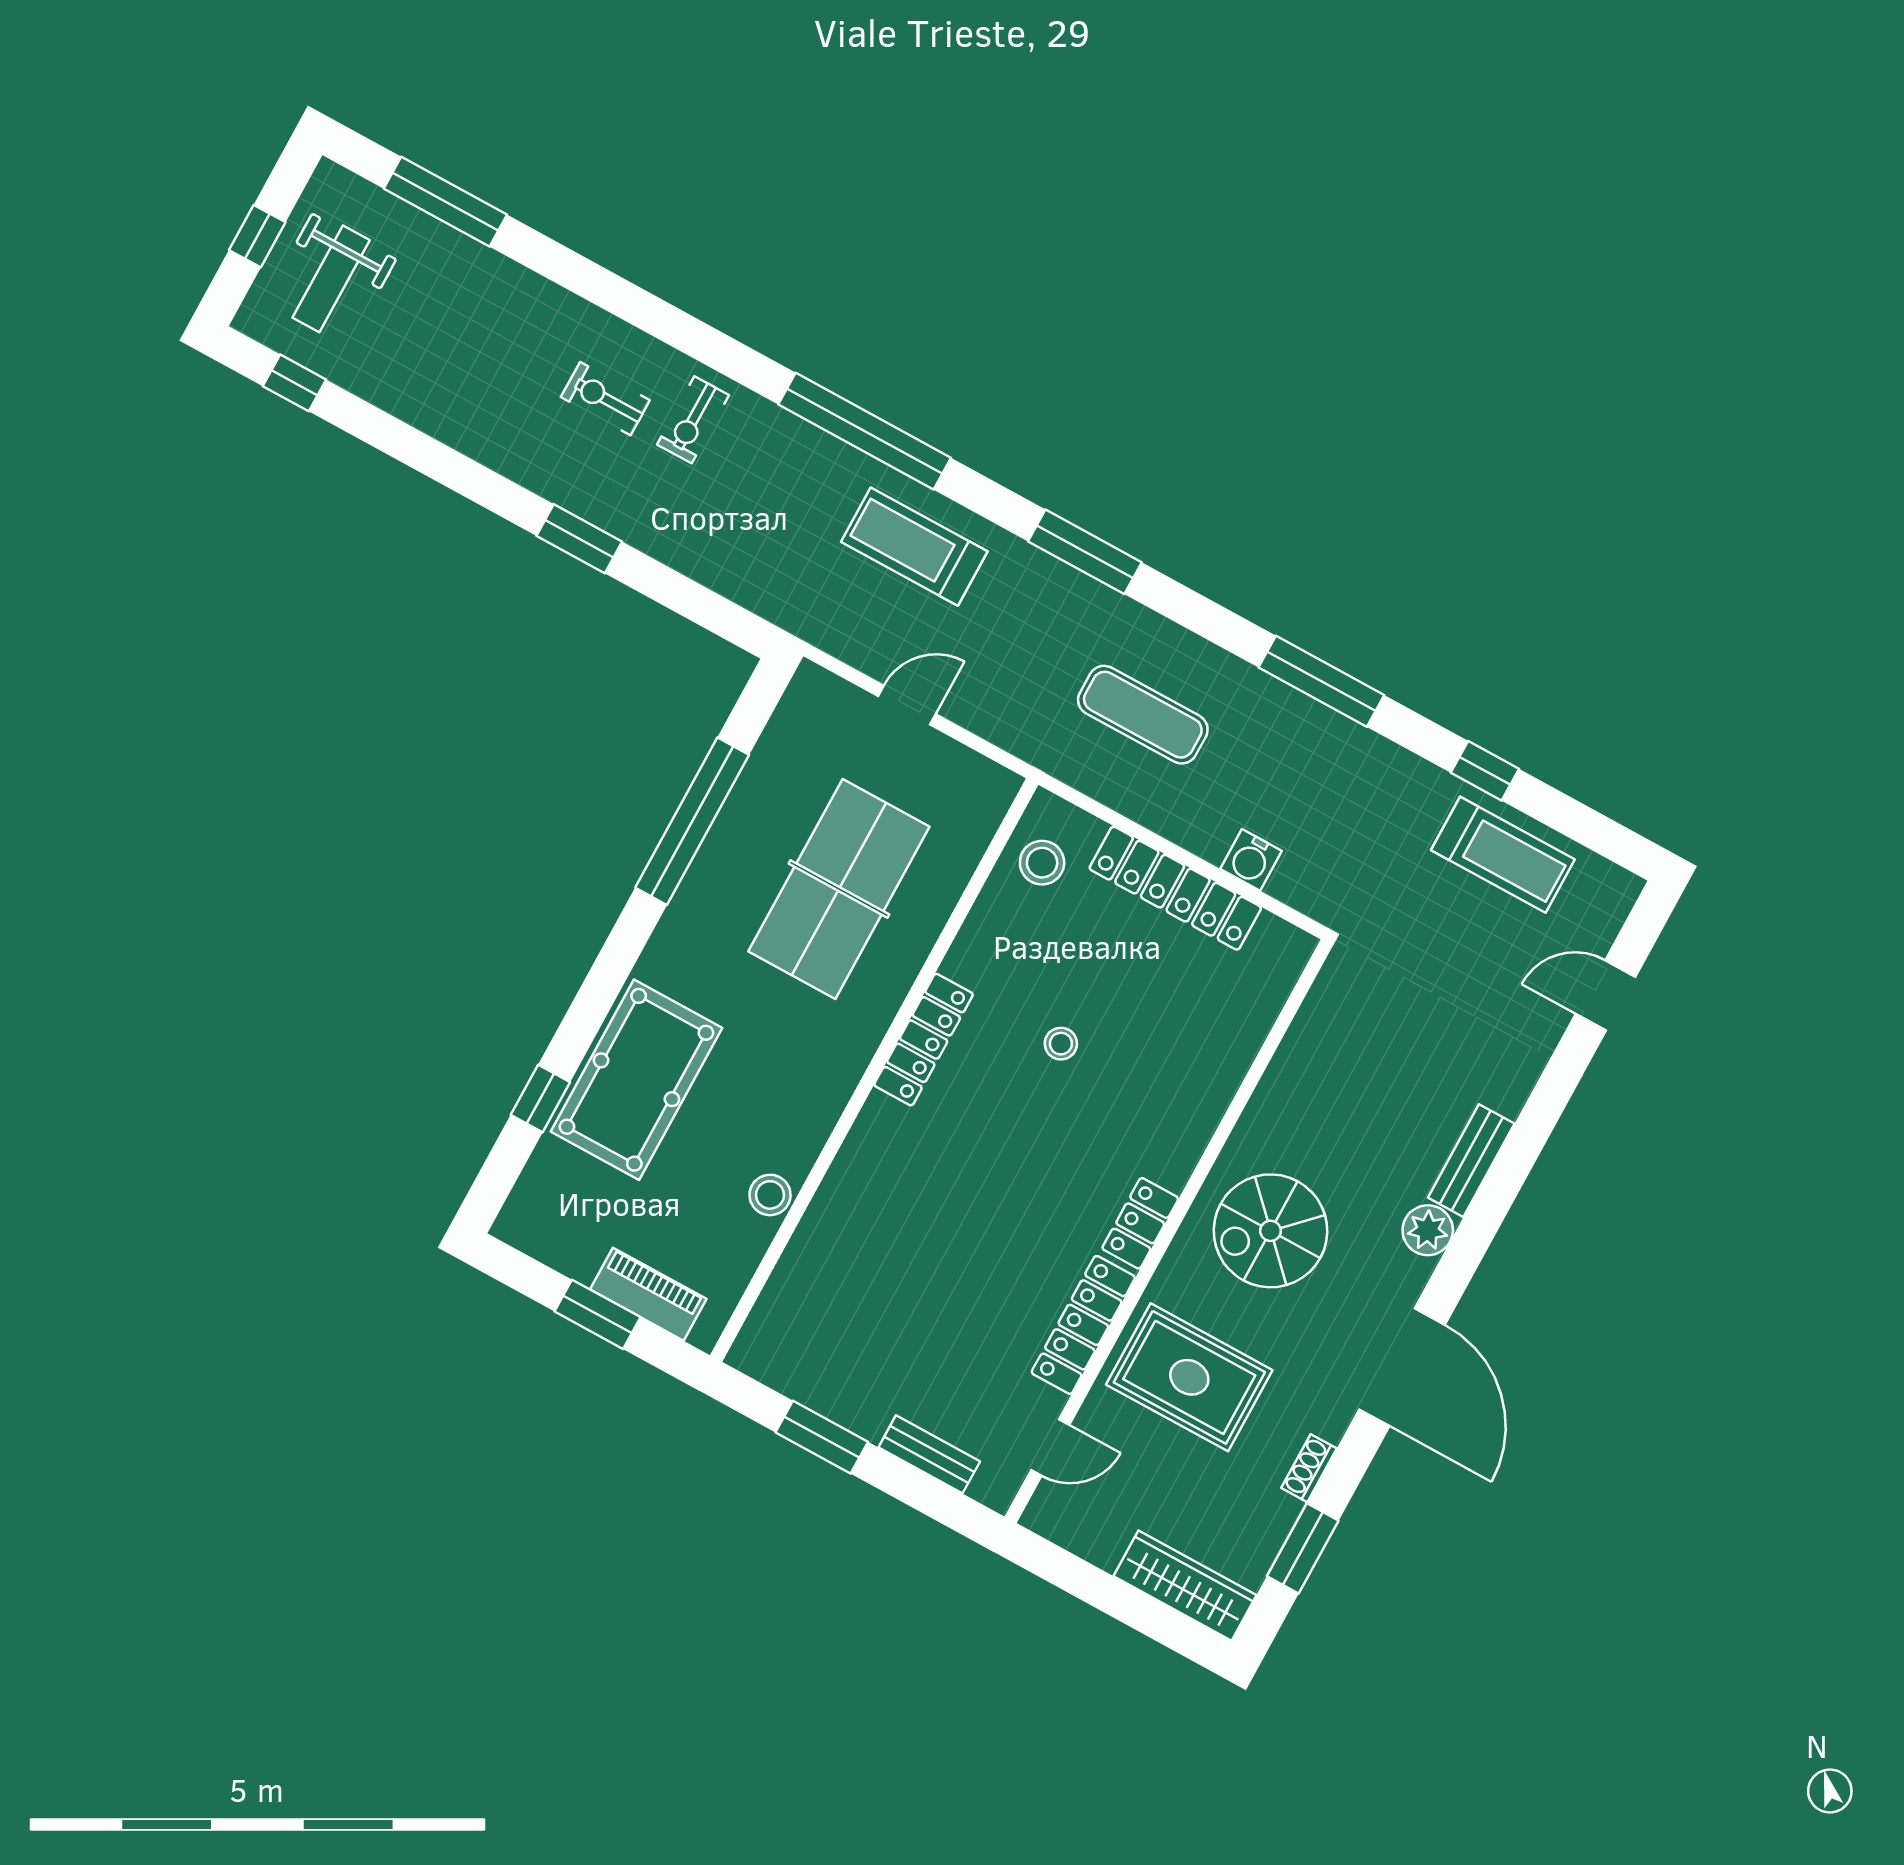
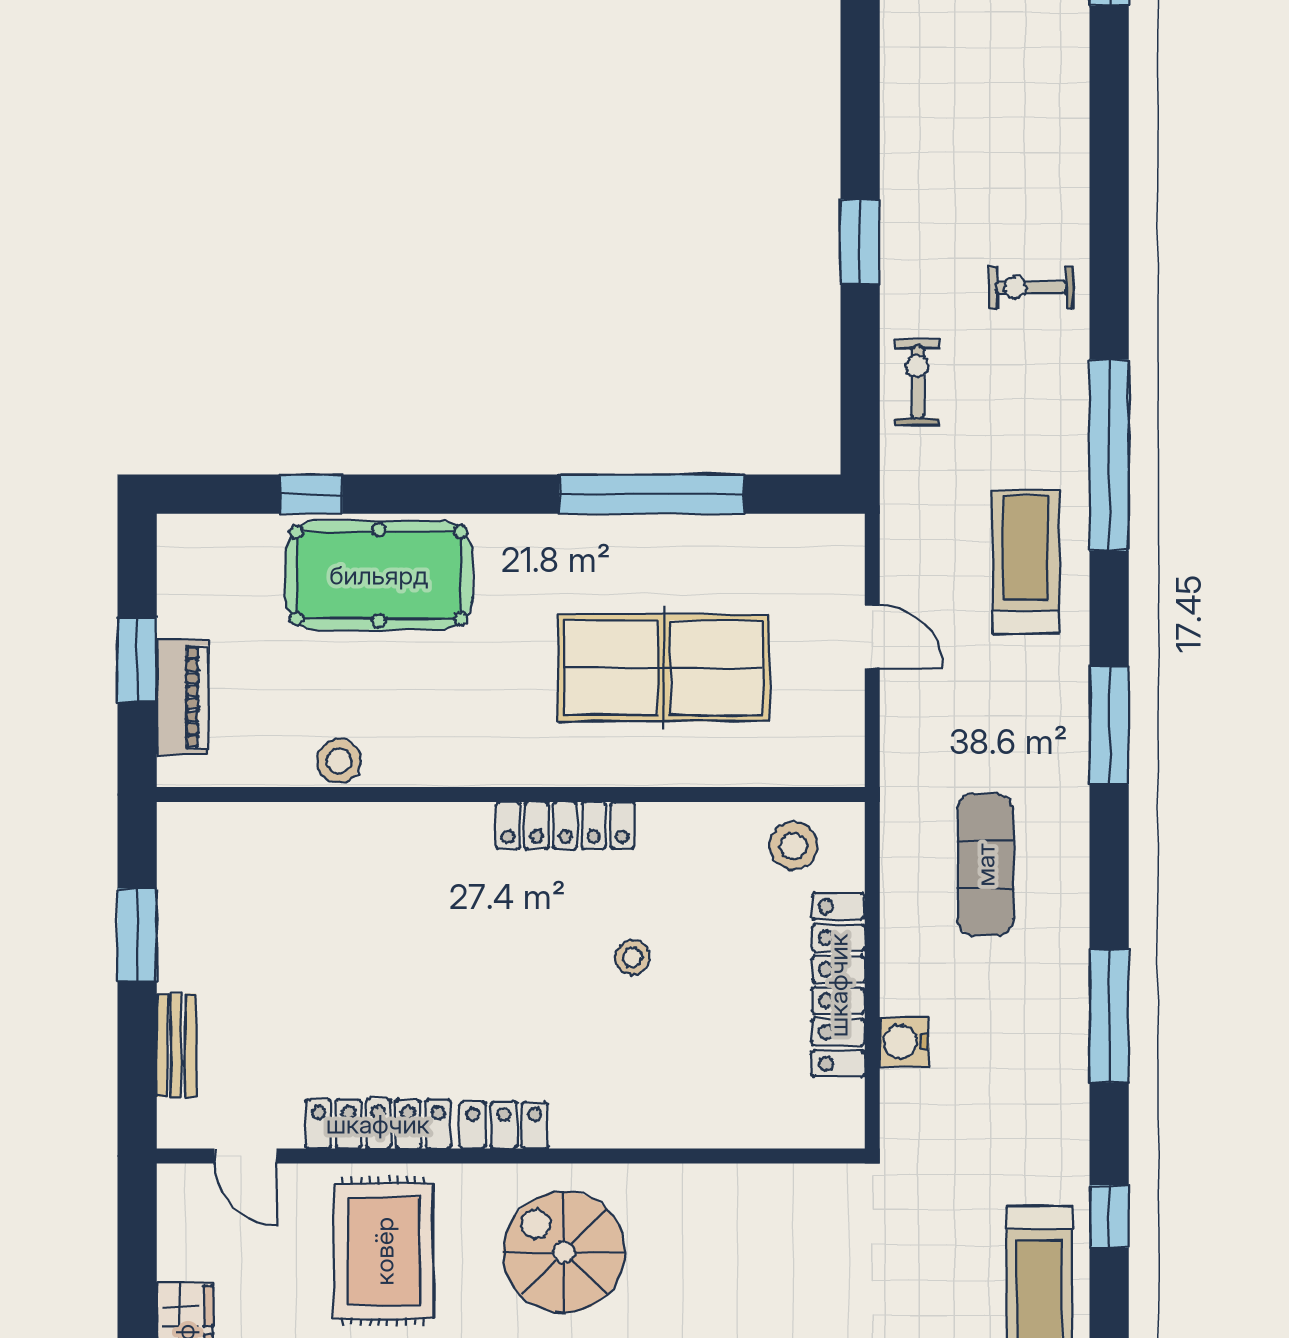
exercise bike: (605, 399) -> (917, 382), moved

